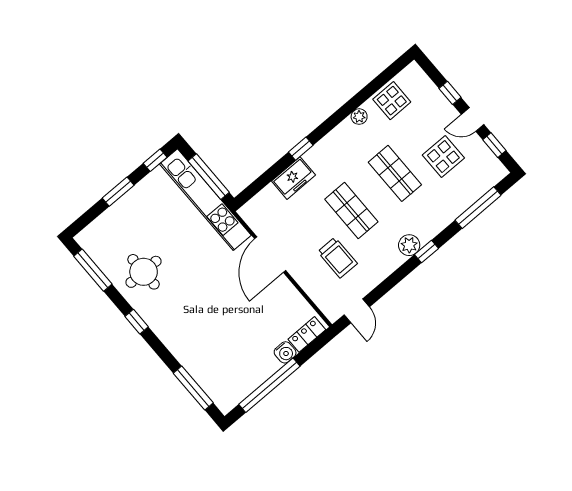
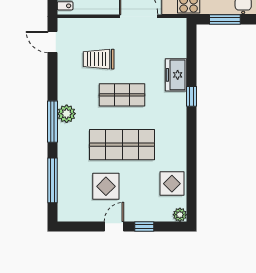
plant: (359, 117) -> (180, 215), moved
window: (494, 145) -> (85, 226), removed
shop shelf: (395, 173) -> (122, 145), width x1.43, depth x1.36
window: (209, 177) -> (225, 20), width x0.69
window: (426, 251) -> (53, 122), width x2.17

